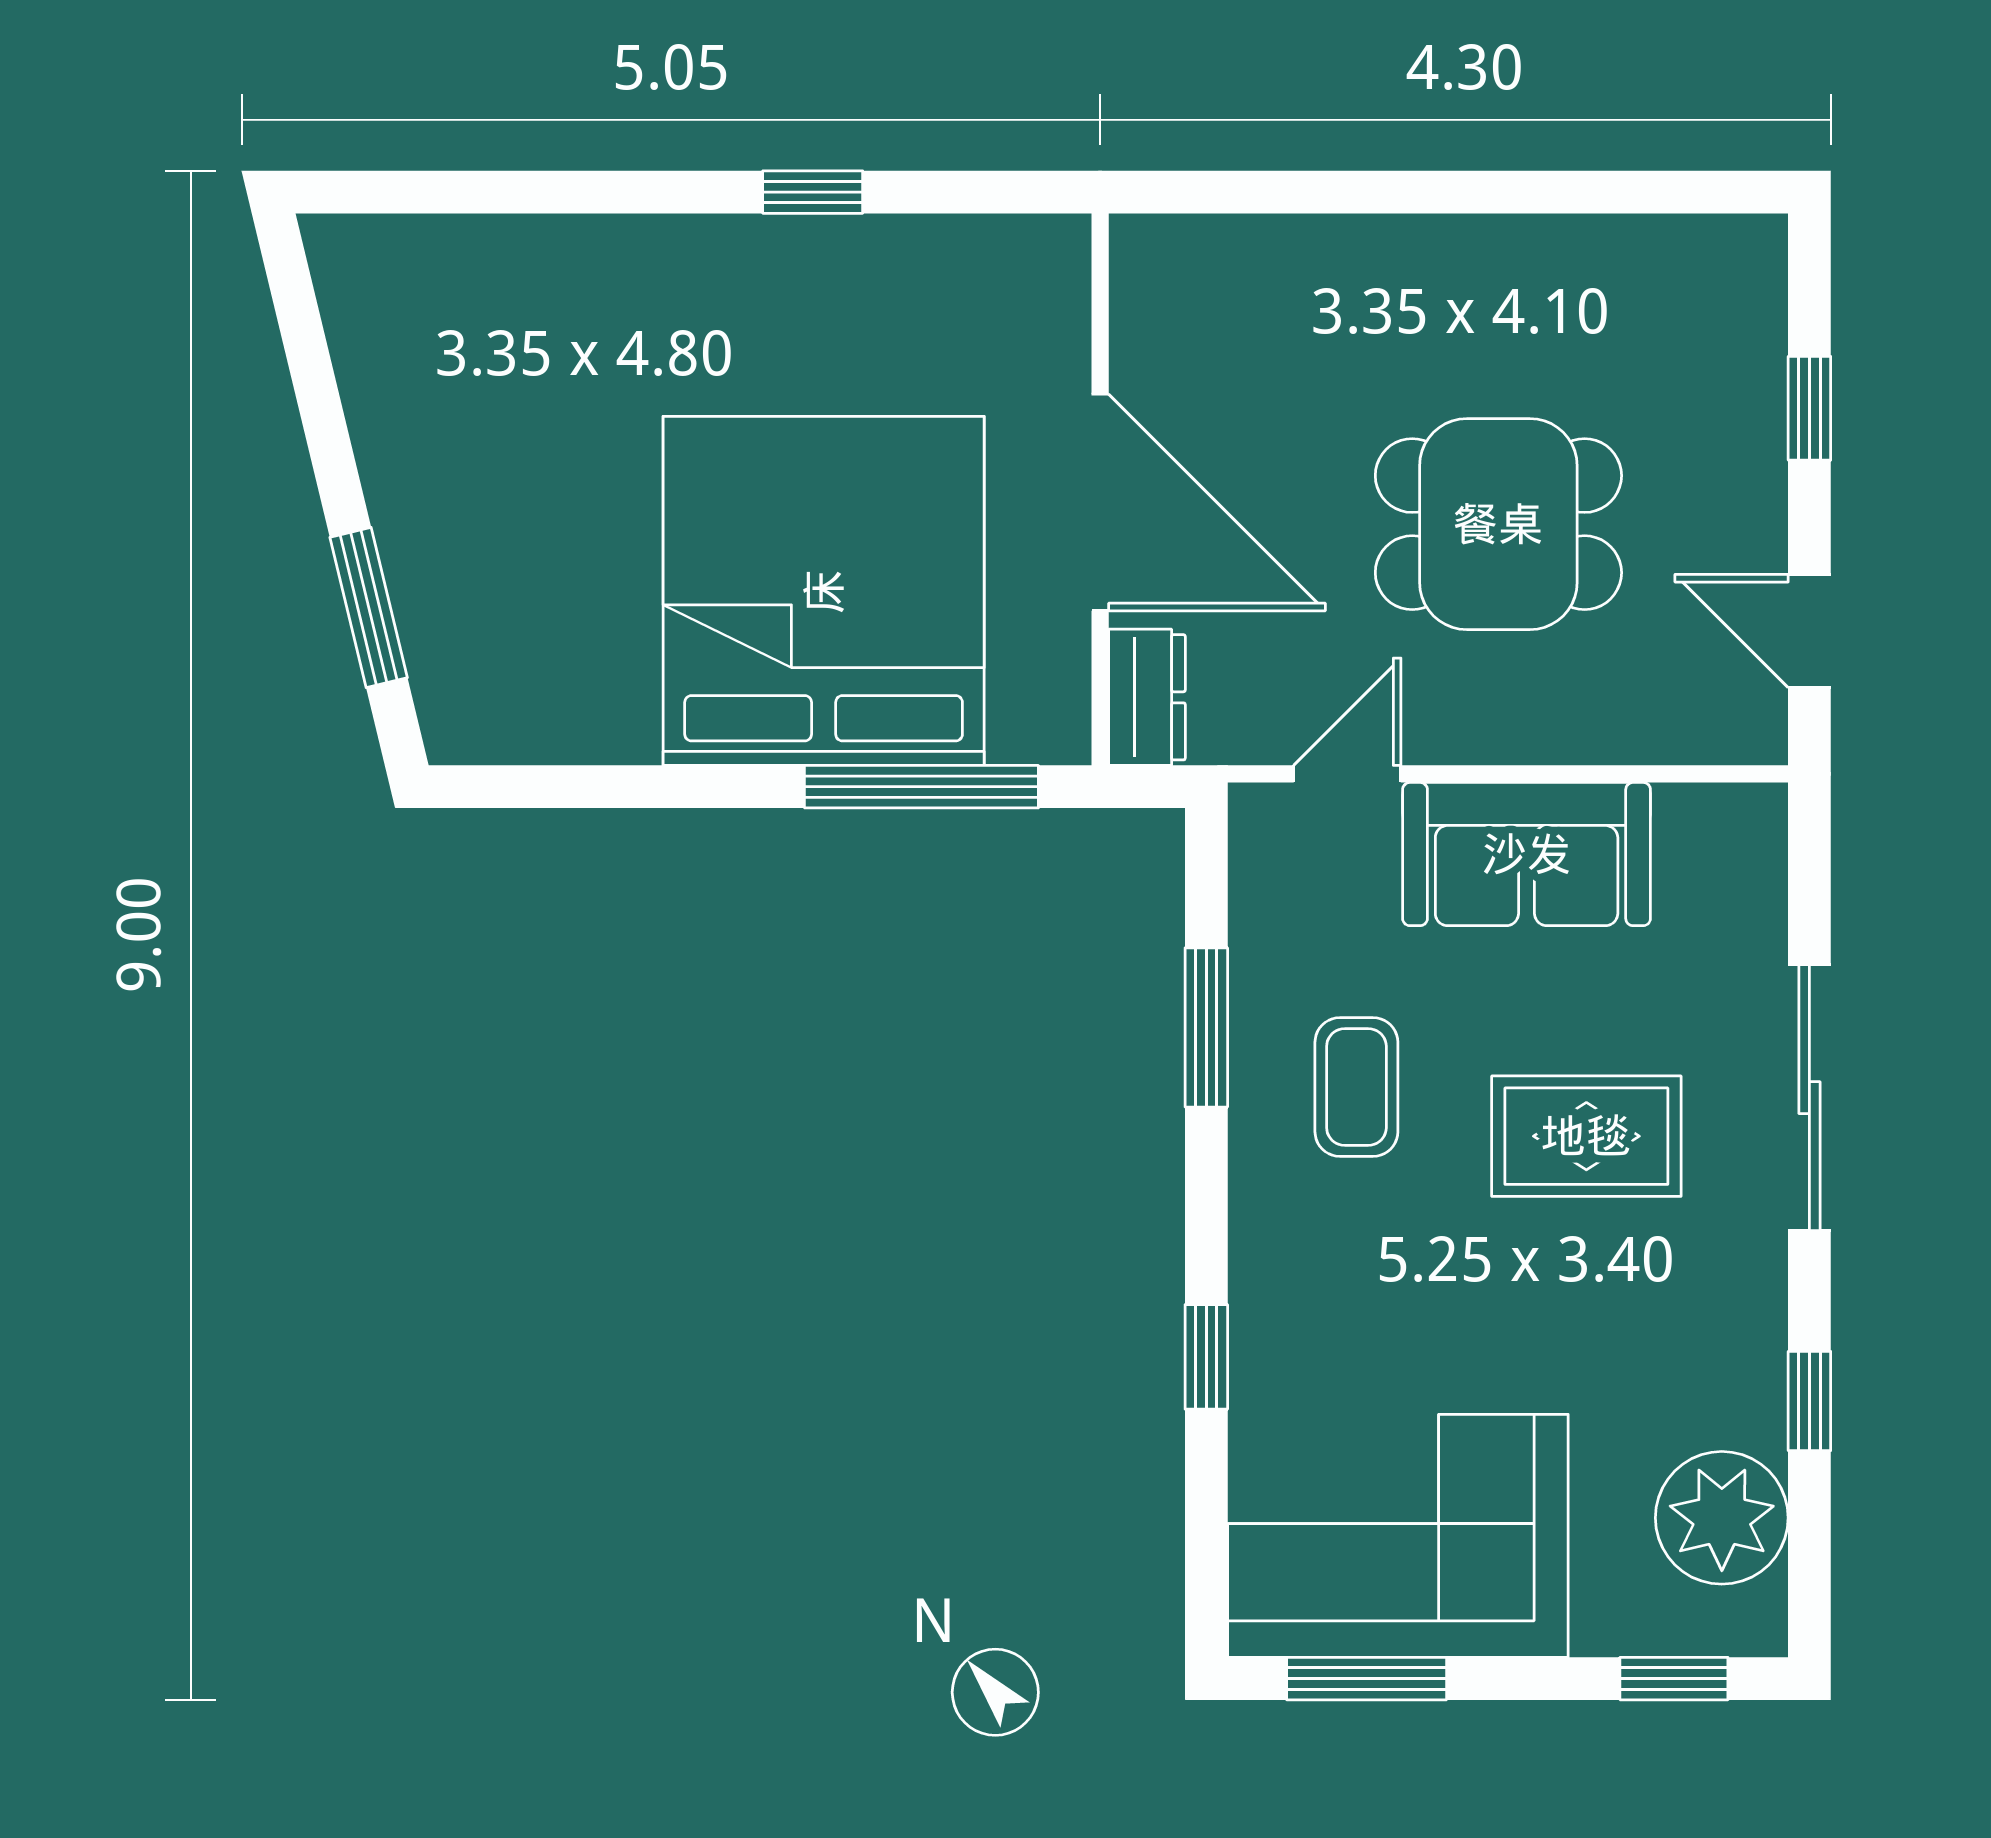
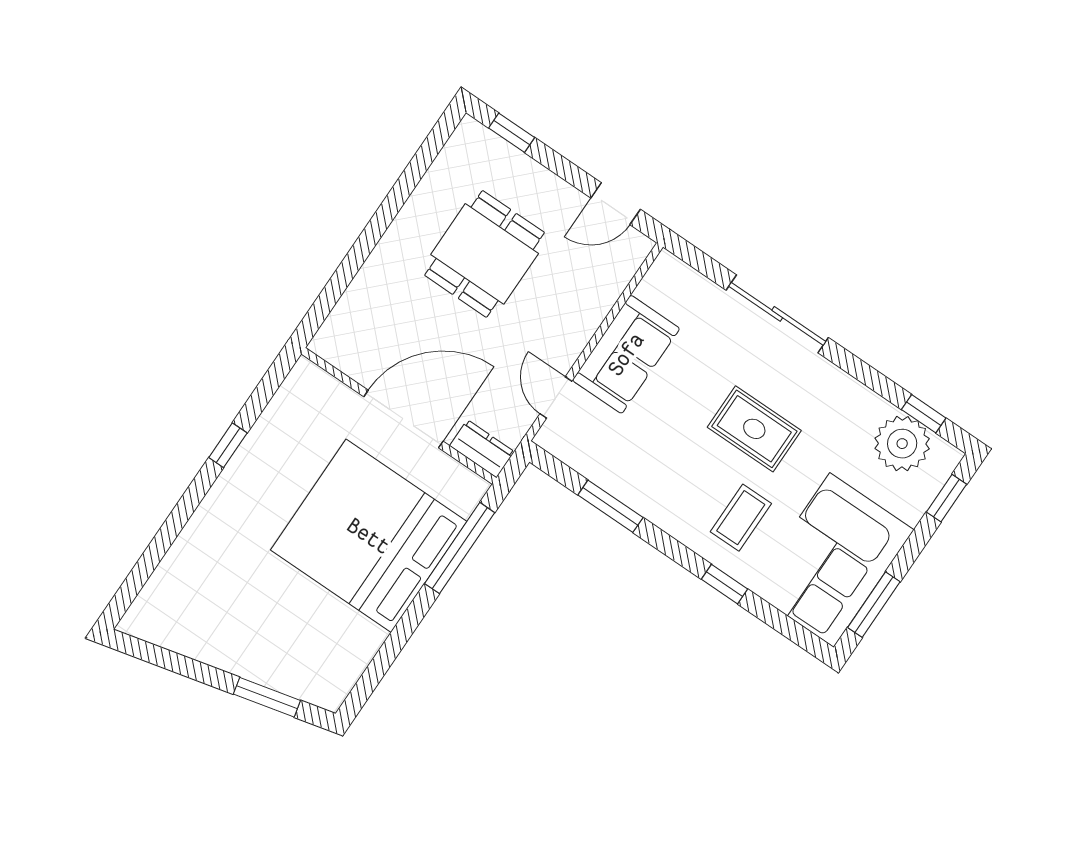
window: (1809, 408) -> (512, 133), moved
dining table: (1498, 524) -> (485, 254), moved
coffee table: (1356, 1087) -> (741, 518), moved, turned 90
rug: (1586, 1136) -> (754, 429), moved, turned 90
window: (1809, 1401) -> (924, 414), moved

